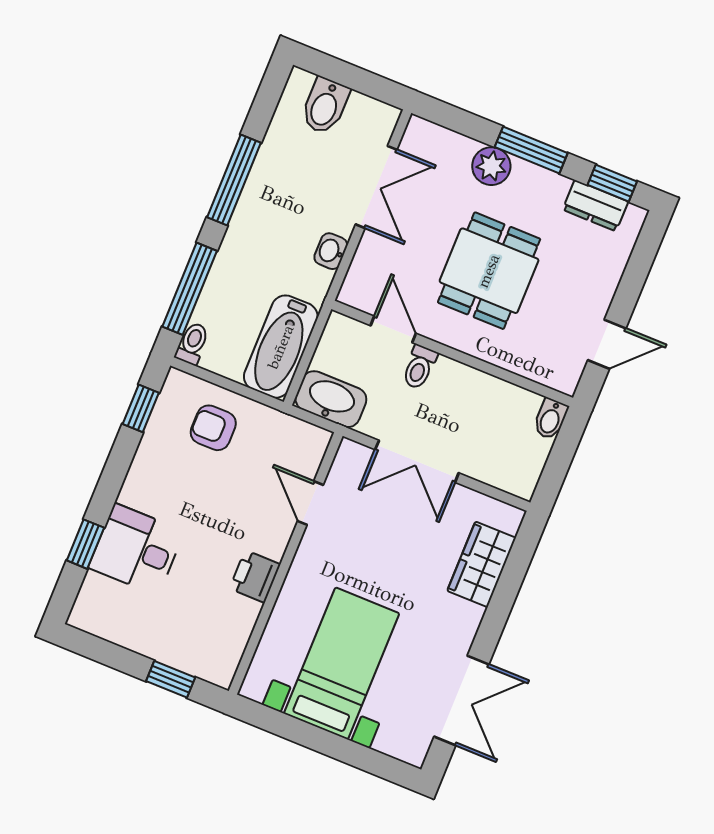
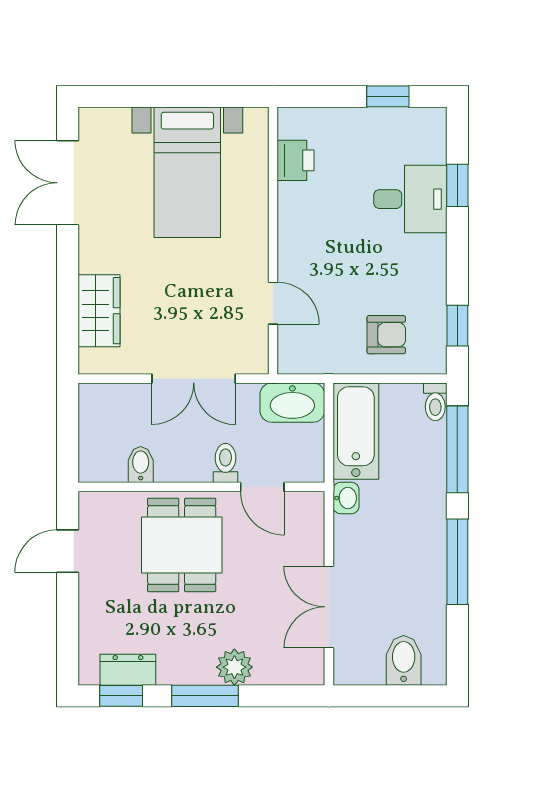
washbasin: (331, 251) -> (346, 498), moved
dining table: (489, 271) -> (182, 545), moved
bidet: (551, 419) -> (141, 465), moved
double door: (417, 461) -> (194, 379), swing flipped
printer: (255, 576) -> (296, 160), moved
window: (171, 679) -> (388, 96), moved

